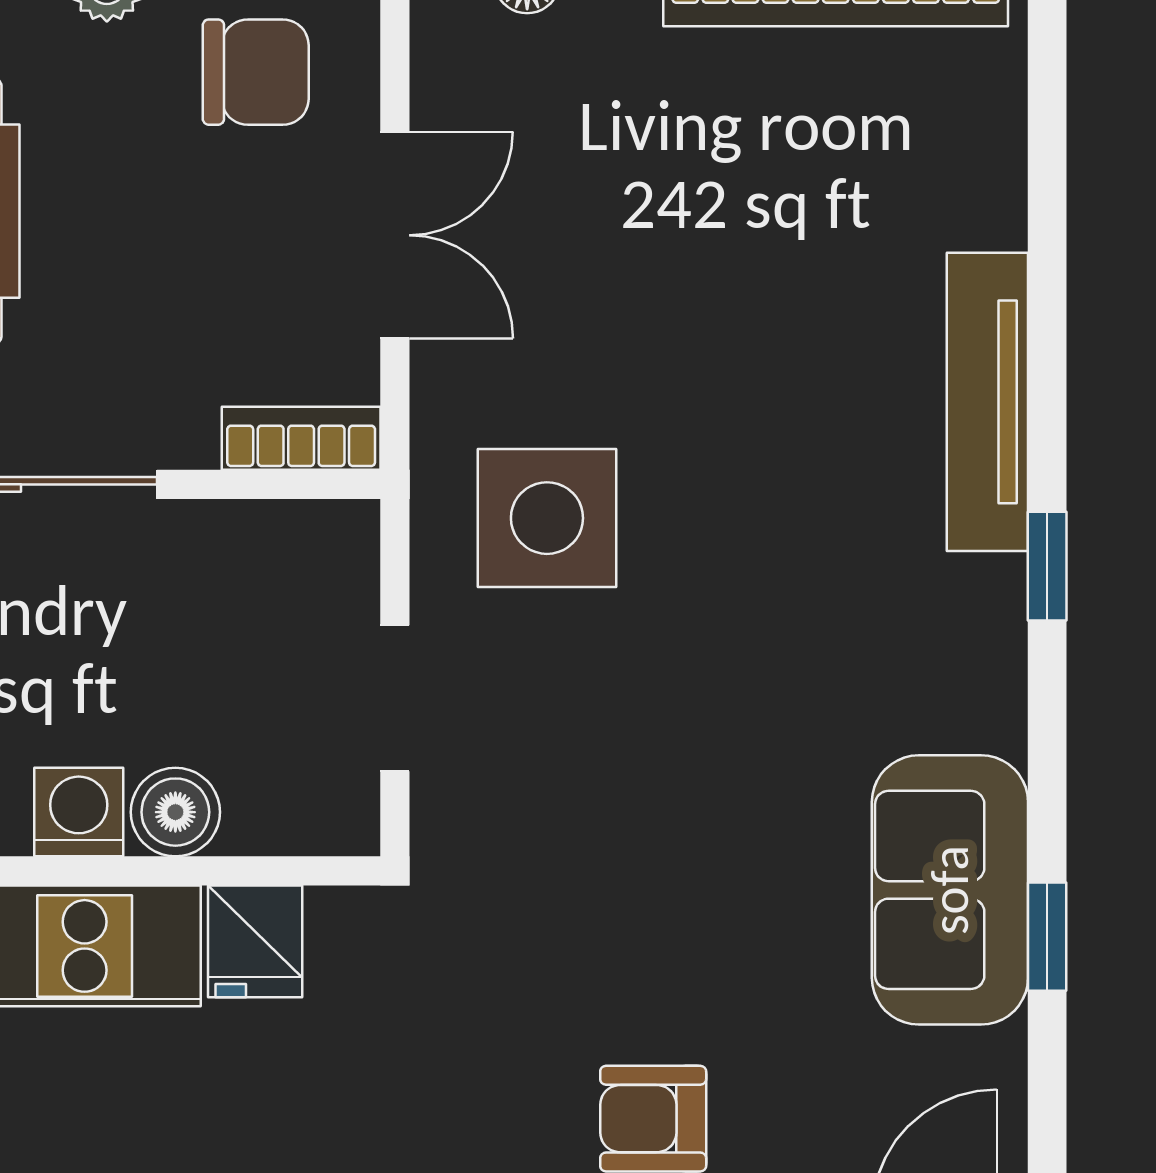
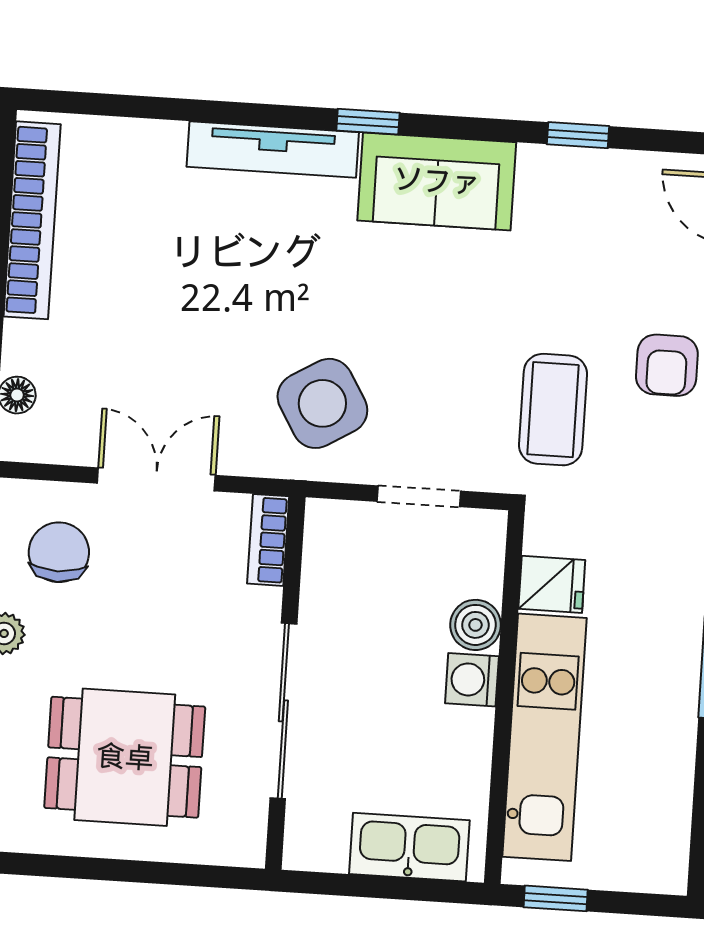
side table: (547, 518) -> (322, 403), turned -31
sofa: (950, 890) -> (437, 181), moved
coffee table: (562, 924) -> (553, 410), added

